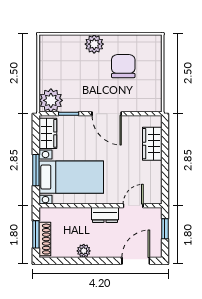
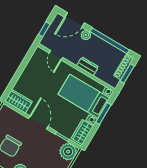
wardrobe: (152, 144) -> (18, 101), moved, turned -90
door: (133, 206) -> (56, 55), hinge flipped
dresser: (105, 215) -> (88, 66), moved
plant: (84, 251) -> (86, 35), moved
window: (79, 261) -> (110, 41), added

